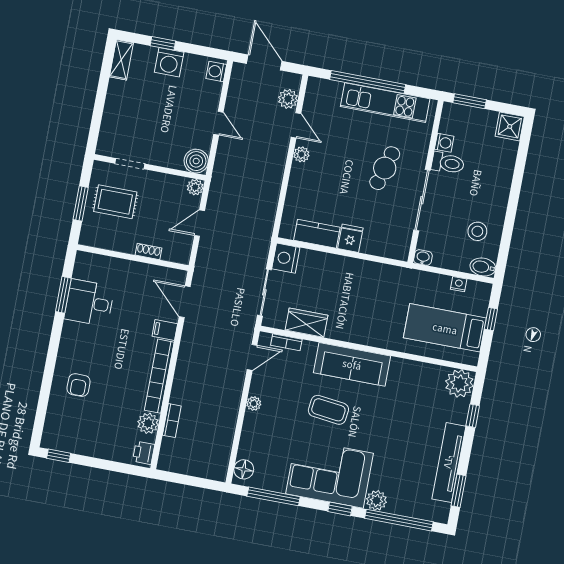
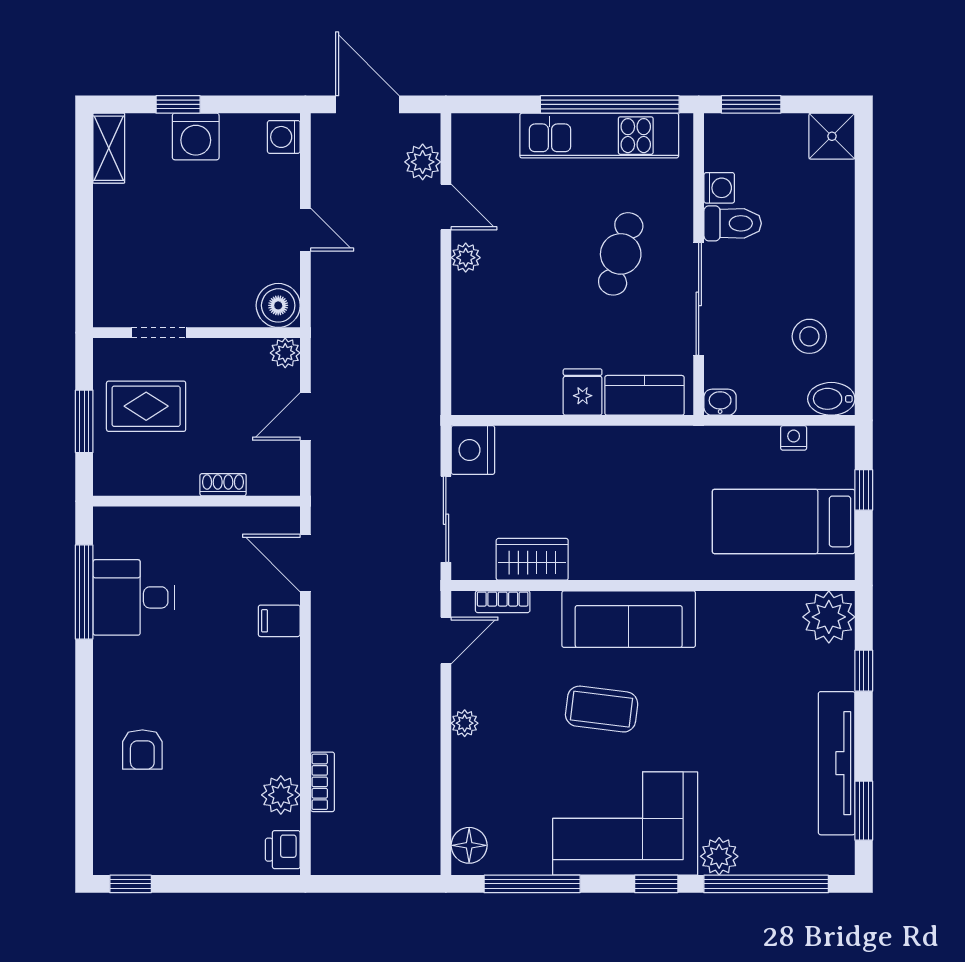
window: (368, 82) -> (610, 104), moved
kitchen counter: (317, 234) -> (645, 395), moved
window: (63, 295) -> (84, 592), width x1.44
bookcase: (159, 376) -> (285, 706), removed

